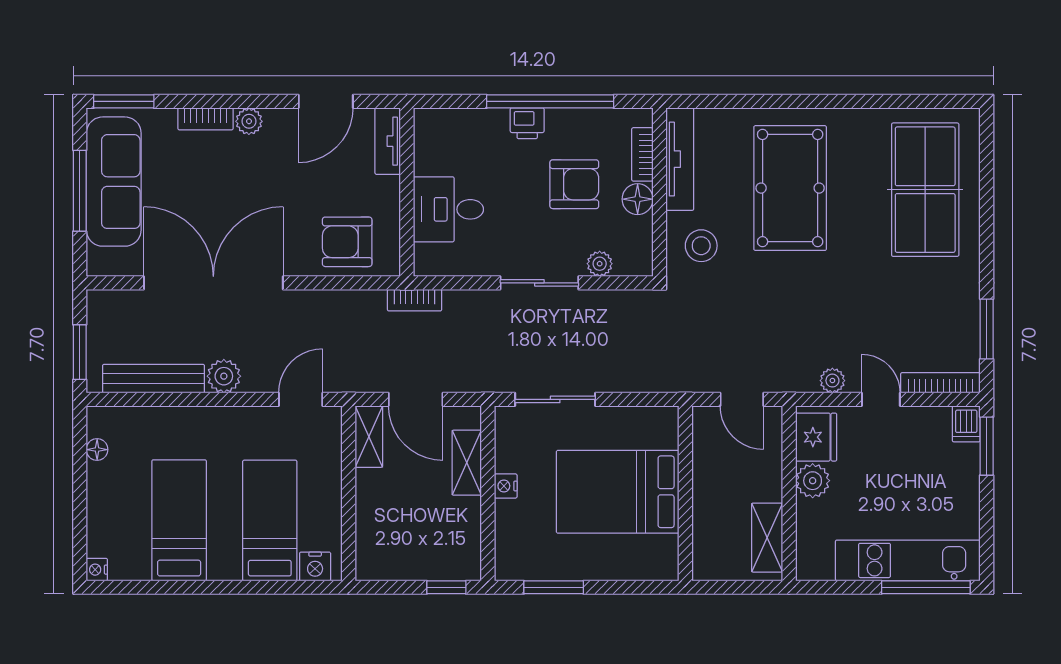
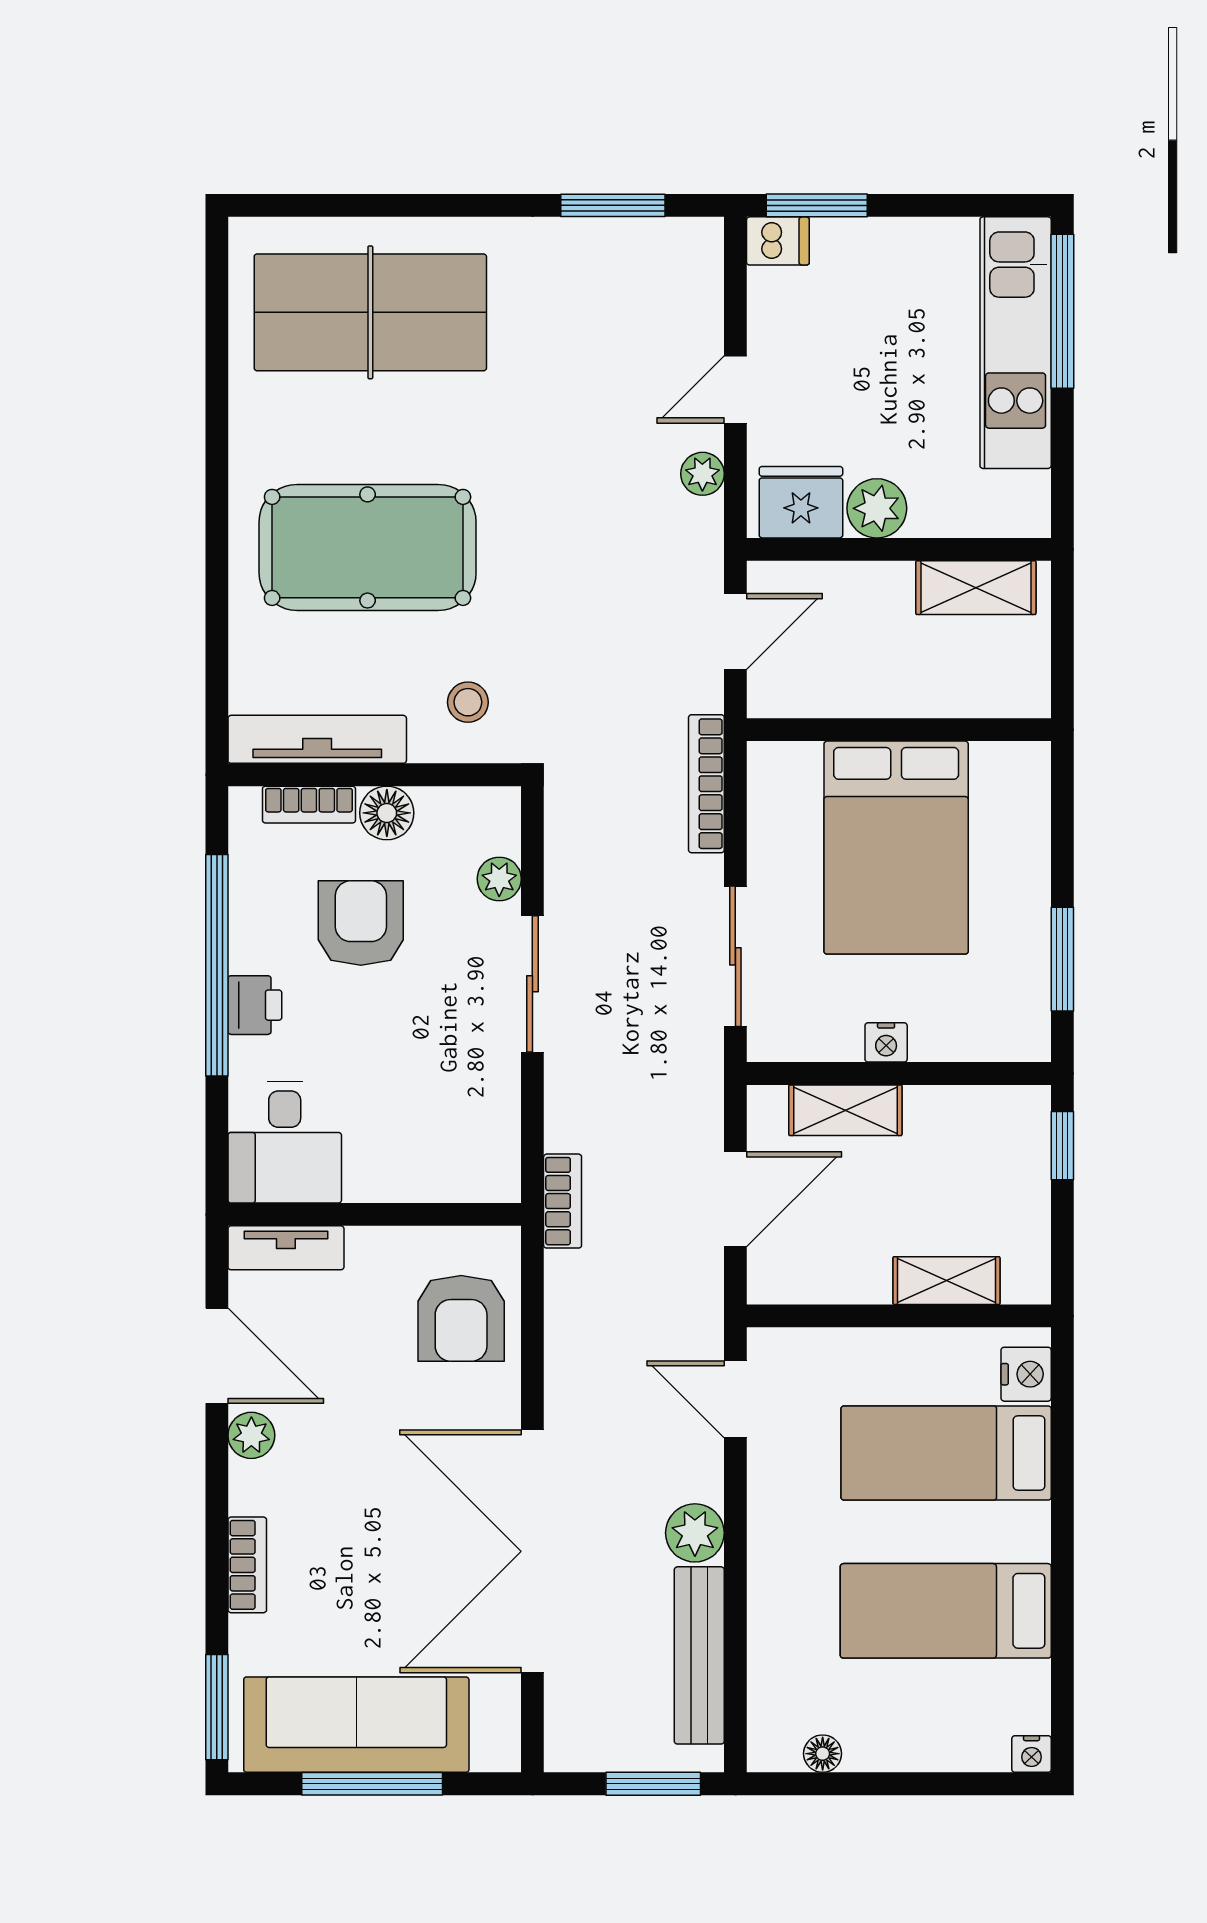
plant: (249, 121) -> (251, 1435), moved
desk: (448, 209) -> (285, 1142), moved
stool: (701, 246) -> (468, 702), width x0.73, depth x0.73
bookcase: (940, 383) -> (706, 784), moved
shelving: (369, 437) -> (946, 1281), moved

